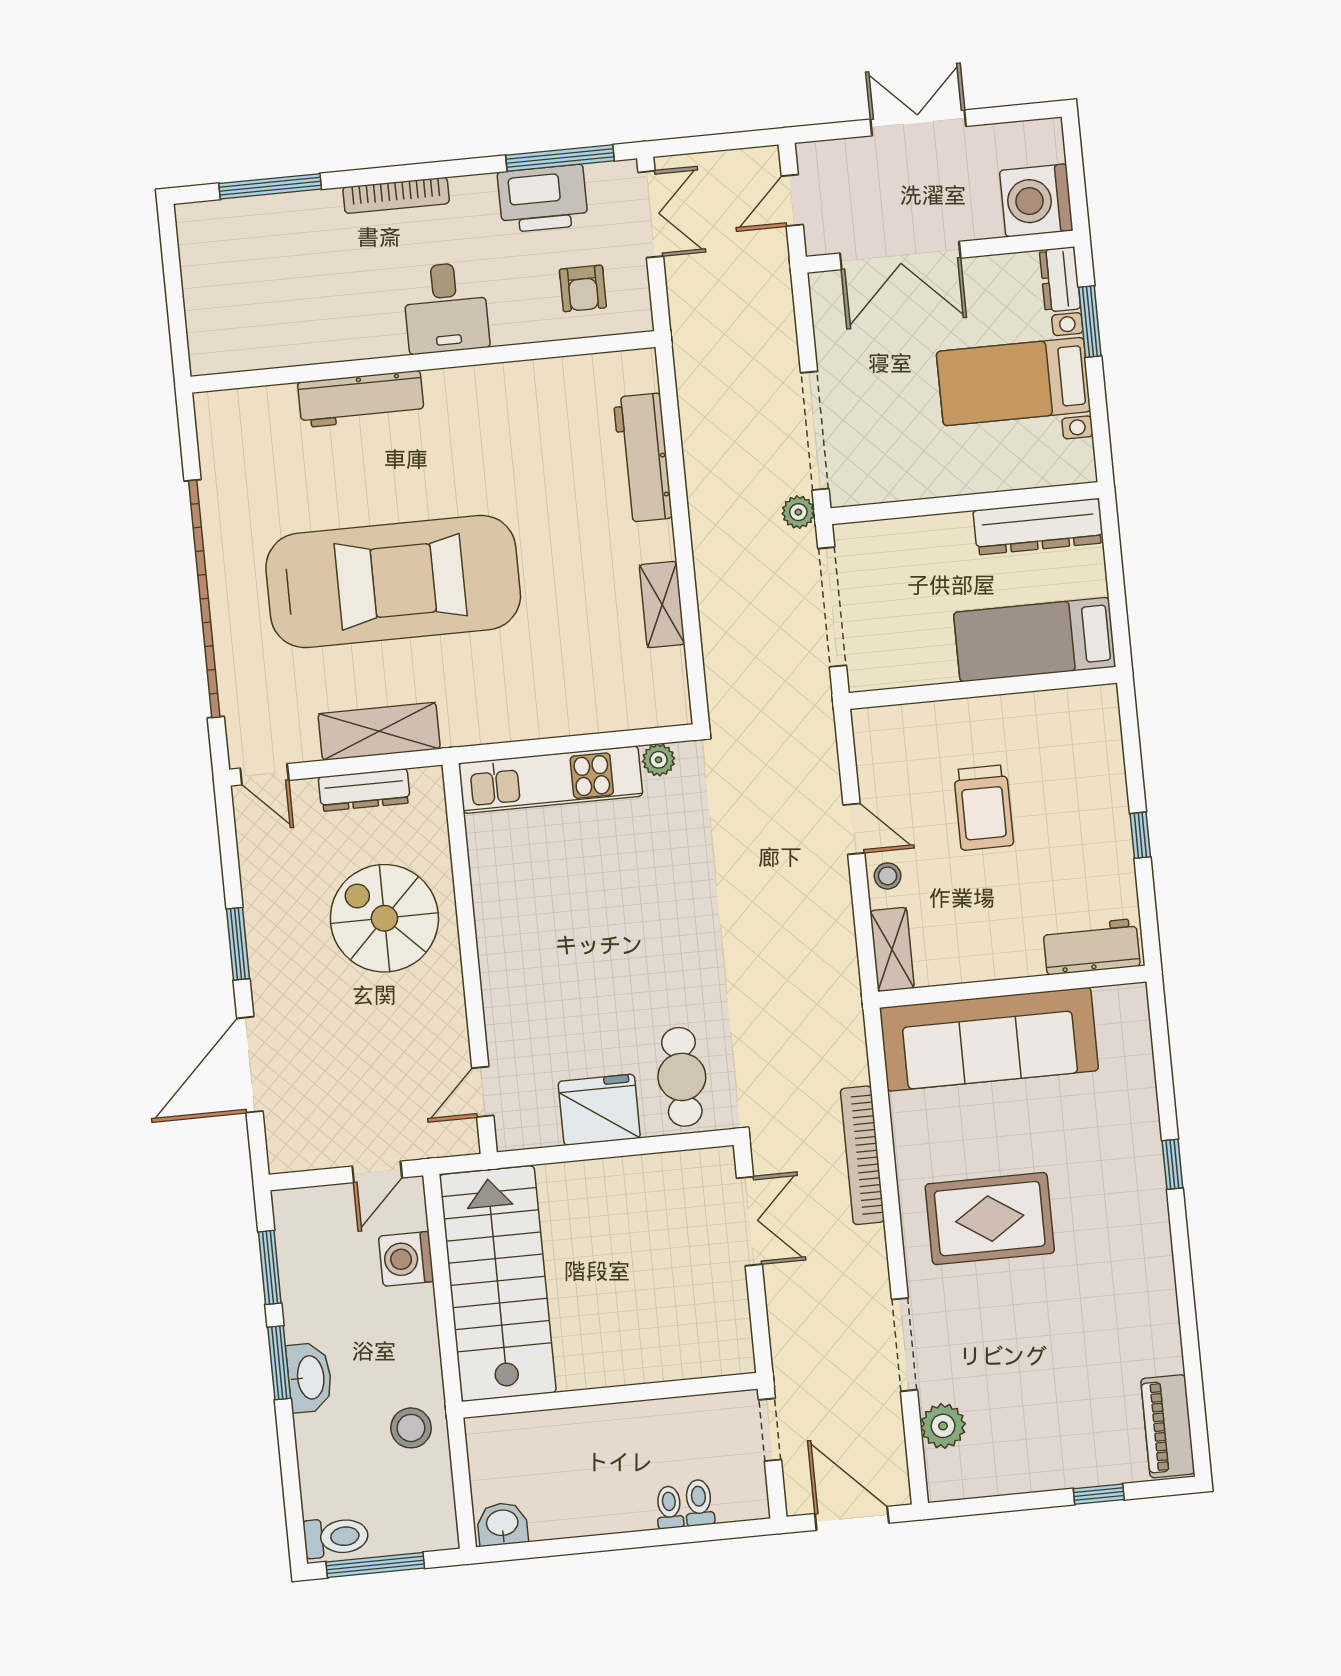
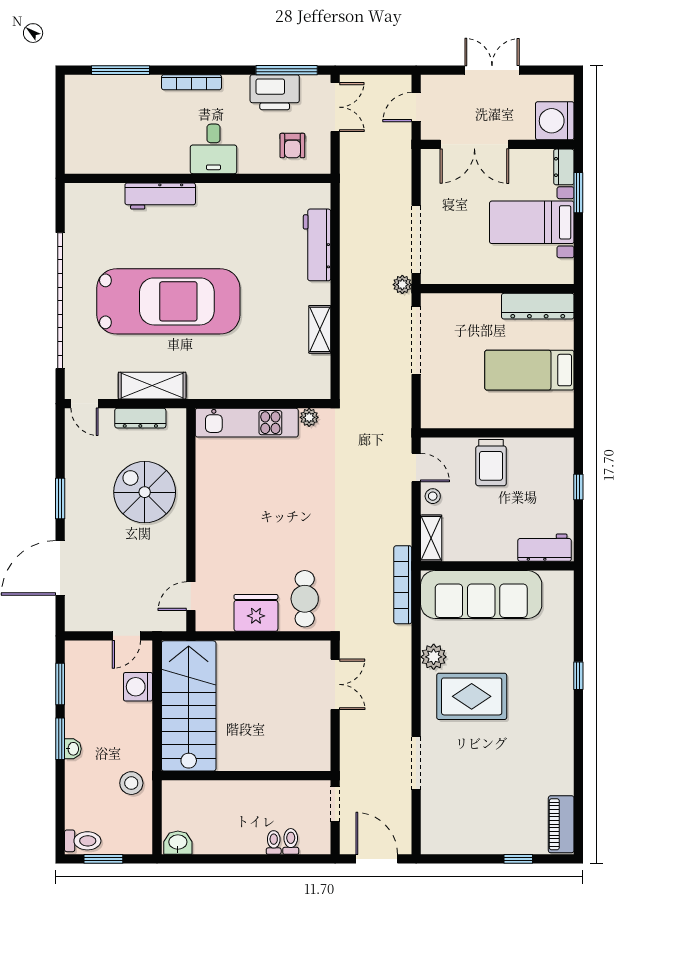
wall: (983, 688) -> (497, 433), moved
bookcase: (862, 1155) -> (403, 585), moved
washbasin: (309, 1378) -> (73, 749), width x0.52, depth x0.69
plant: (943, 1426) -> (434, 657), moved
window: (375, 1565) -> (103, 859), width x0.69

